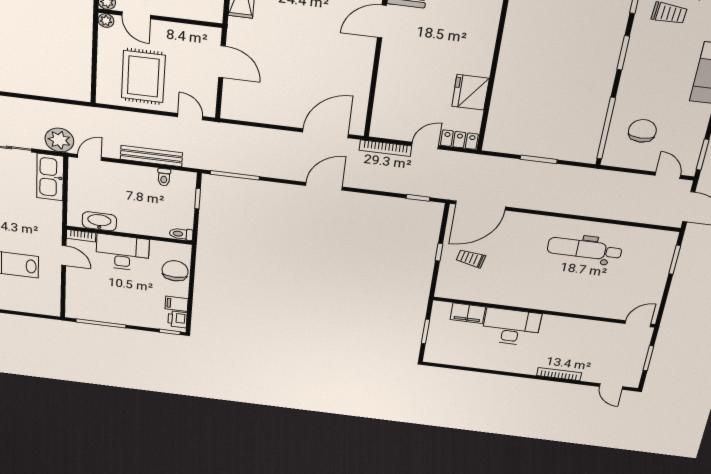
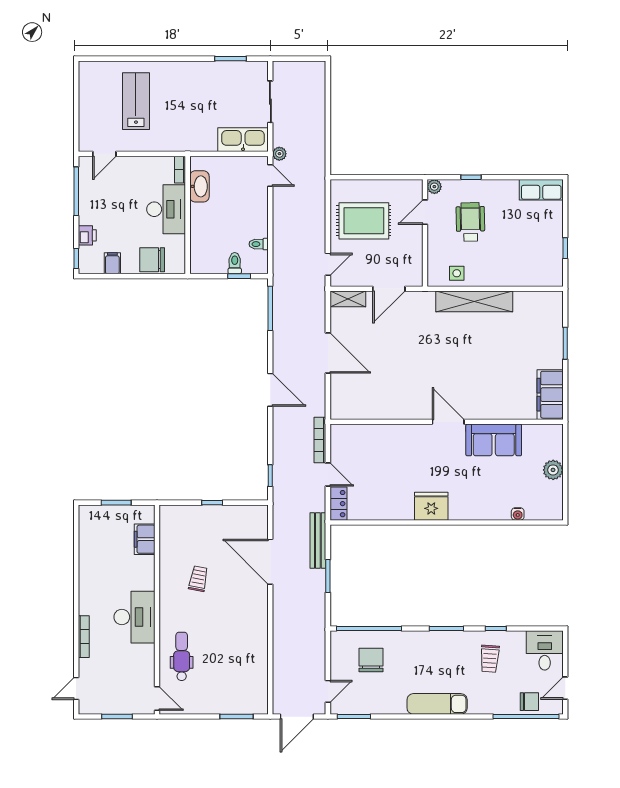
plant: (106, 21) -> (416, 186), removed
fridge: (470, 92) -> (431, 506), moved
shelving: (230, 103) -> (348, 299), added
chair: (642, 131) -> (371, 660), turned -90
door: (325, 133) -> (328, 353), moved
plant: (59, 140) -> (279, 154), width x0.53, depth x0.53
bench: (151, 156) -> (318, 540), moved
door: (481, 206) -> (270, 562), moved
toilet: (181, 234) -> (235, 263), moved
dental chair: (585, 249) -> (182, 656), moved, width x0.73, depth x0.72
door: (64, 255) -> (104, 154), moved
trolley: (471, 258) -> (198, 579), moved
chair: (175, 271) -> (152, 260), turned 180
printer: (177, 319) -> (87, 235), moved, turned 90
desk: (511, 327) -> (134, 617), moved

